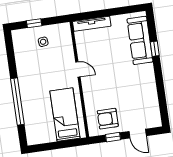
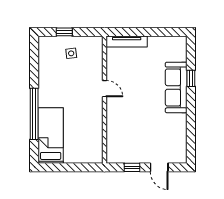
sofa: (140, 40) -> (176, 87), moved
bed: (65, 115) -> (51, 136), moved
armchair: (108, 119) -> (129, 147), removed

